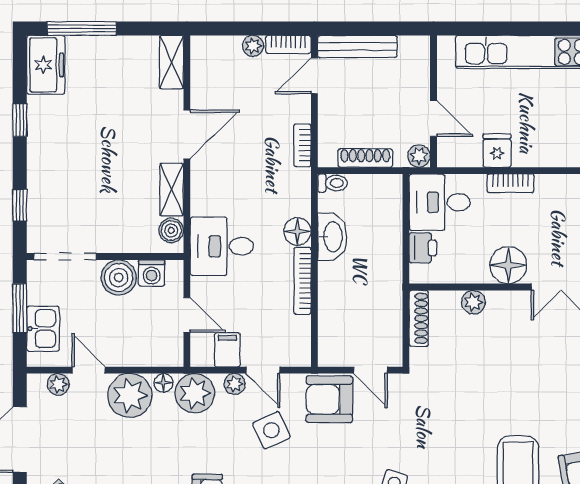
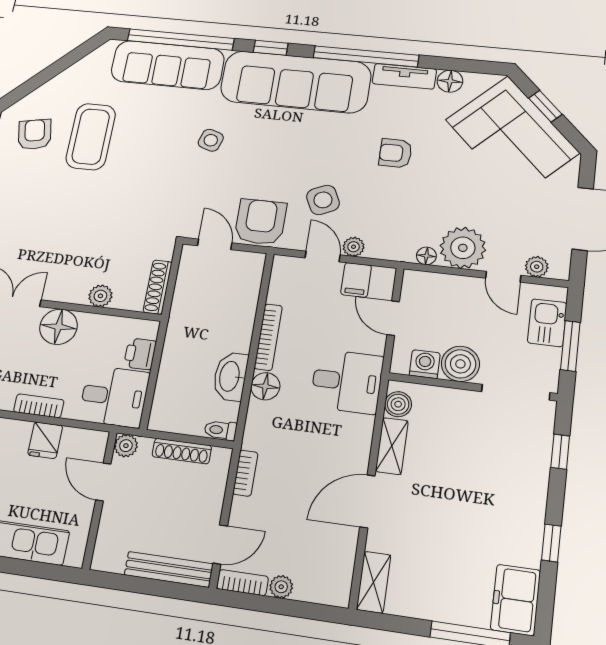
plant: (195, 393) -> (395, 243), removed
armchair: (329, 399) -> (260, 222), turned -90

